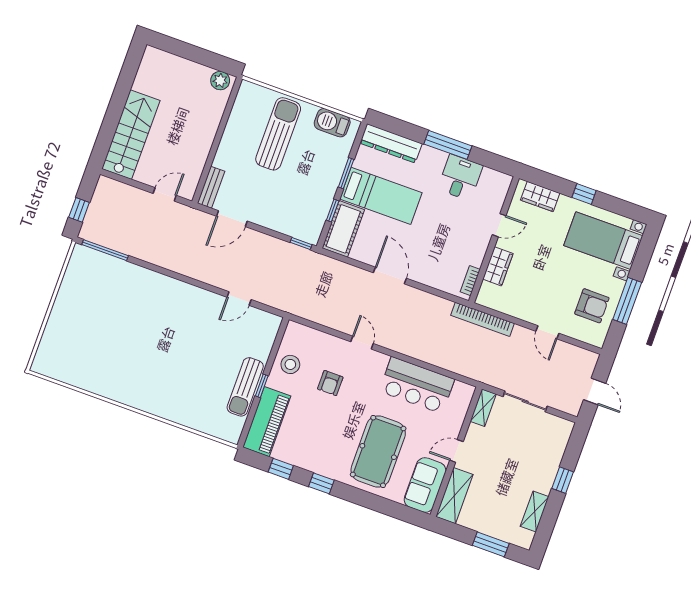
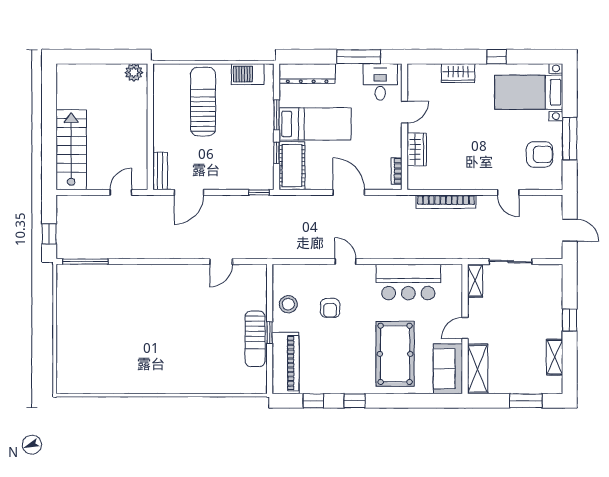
door: (499, 225) -> (404, 112), moved
wall: (494, 240) -> (404, 127), moved
wardrobe: (498, 266) -> (417, 149), moved
bookcase: (470, 281) -> (397, 171), moved

